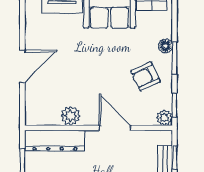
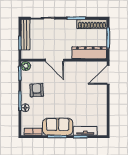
door: (22, 66) -> (108, 75), moved
armchair: (146, 76) -> (37, 90), turned -68
plant: (71, 116) -> (80, 67), removed

